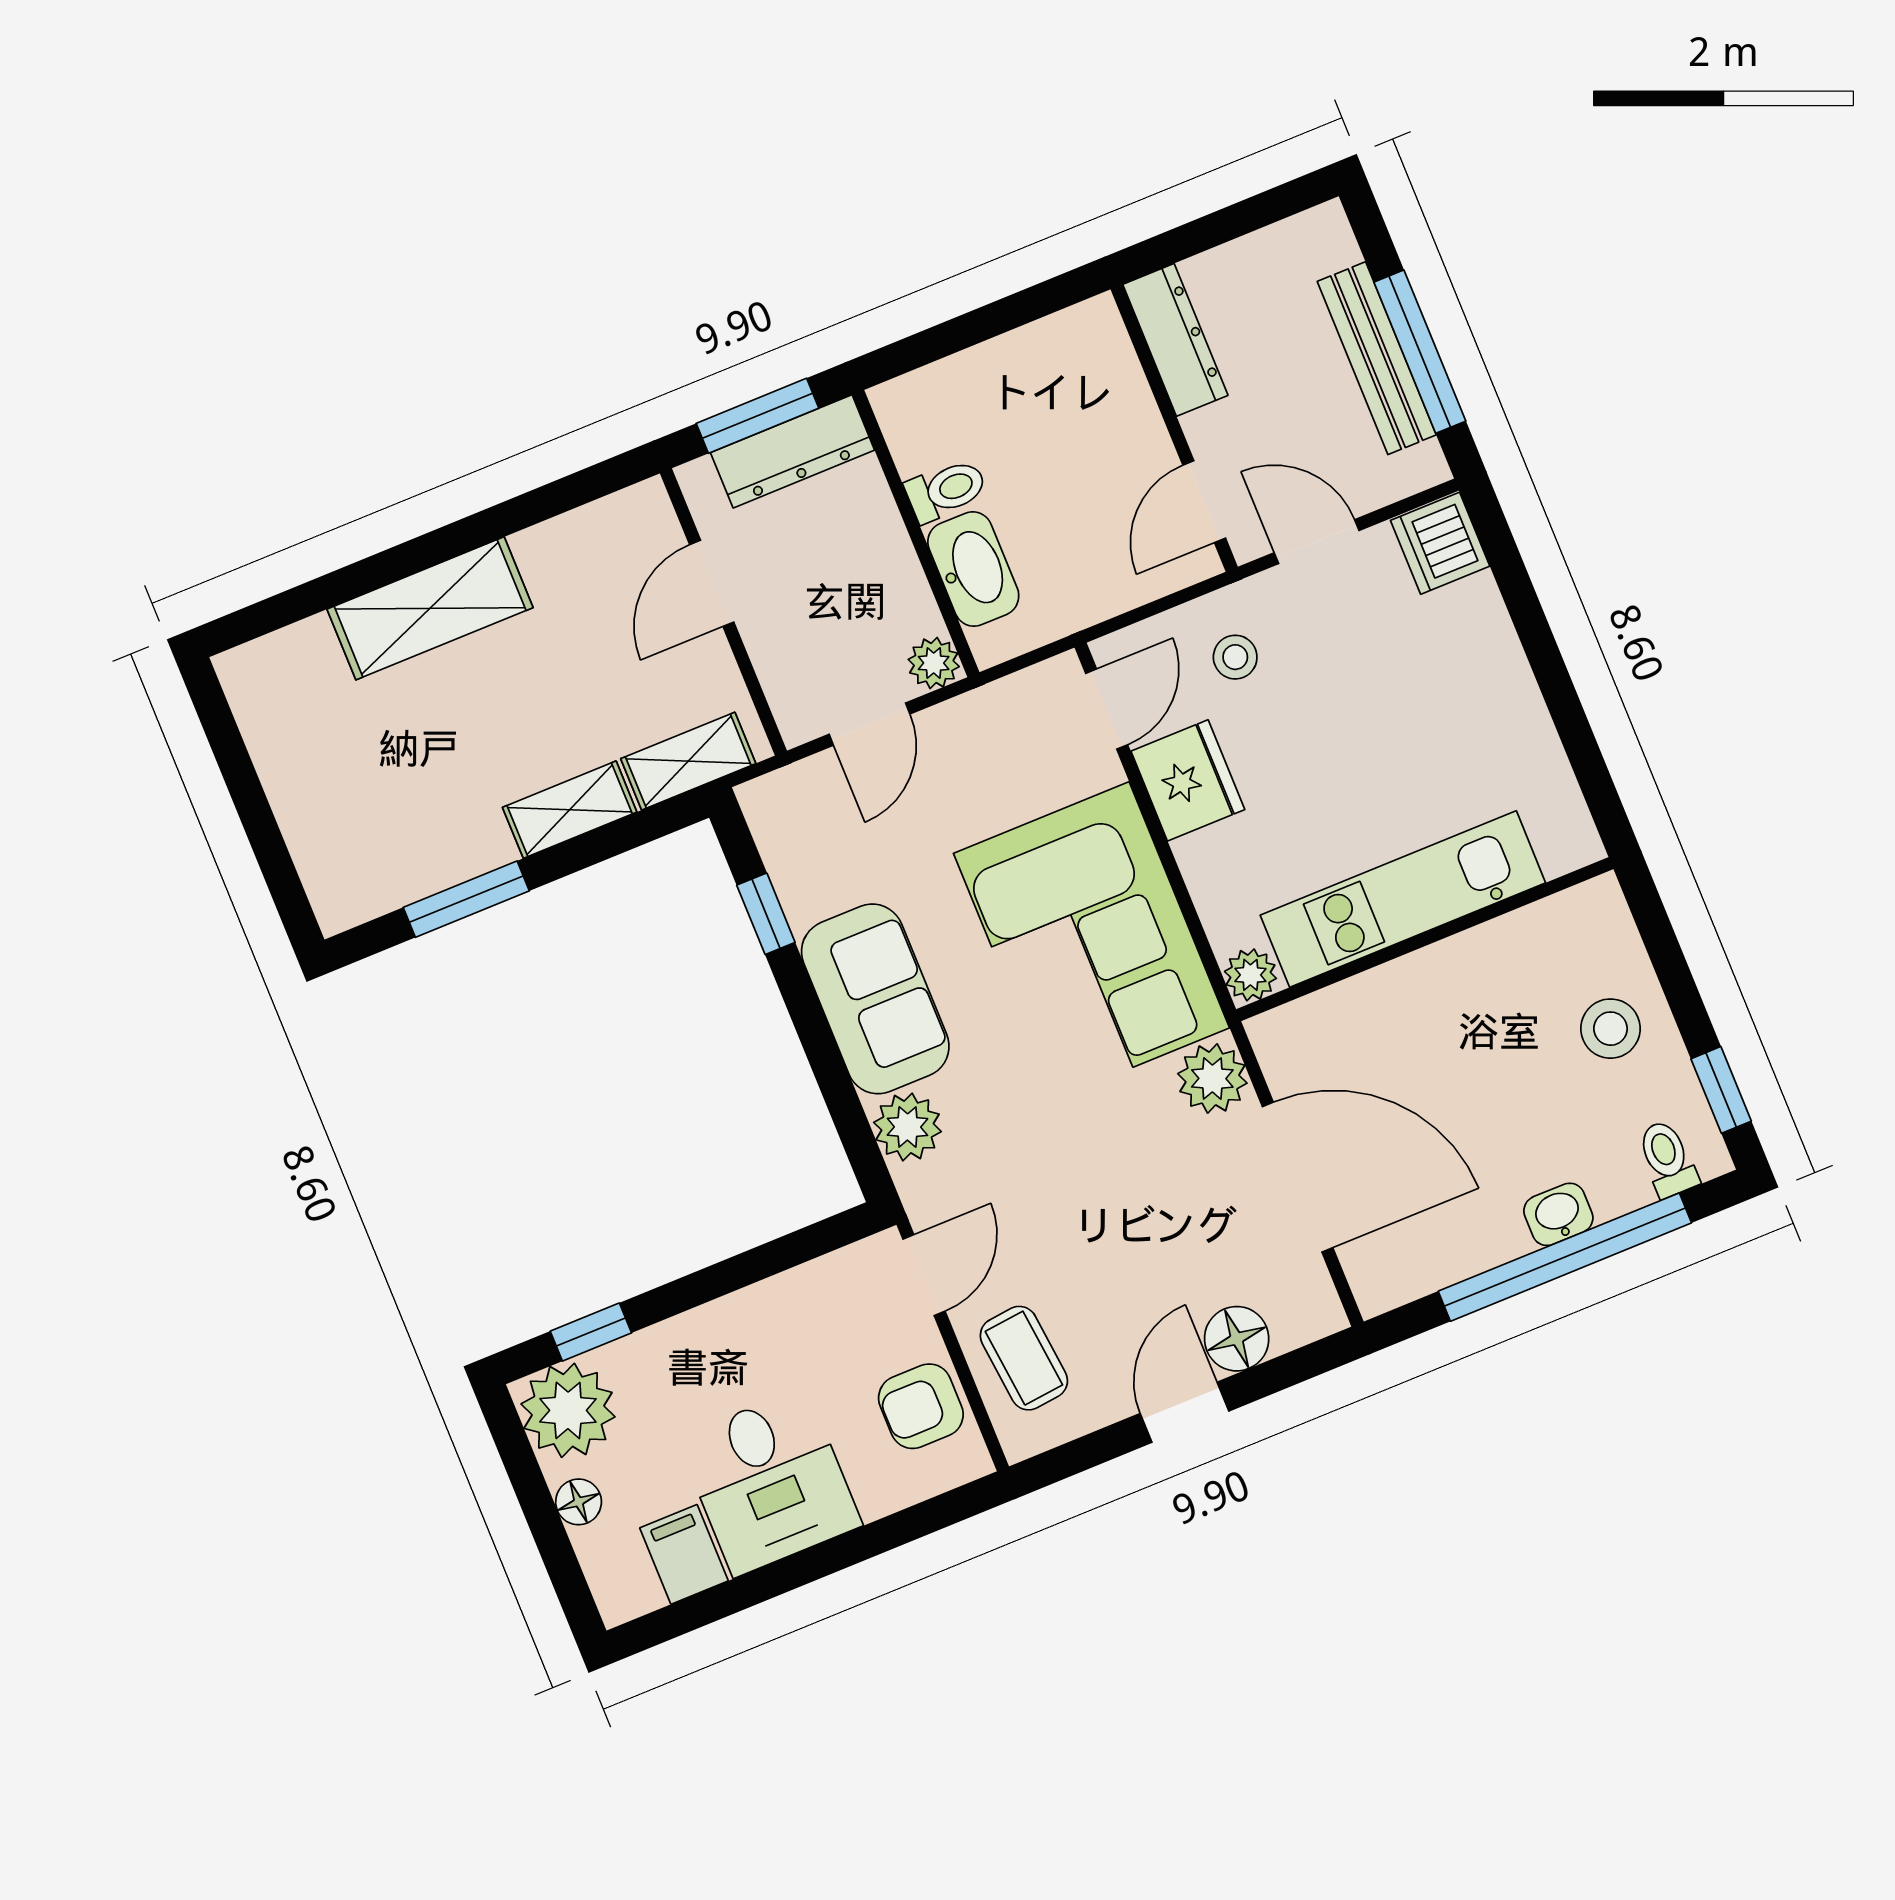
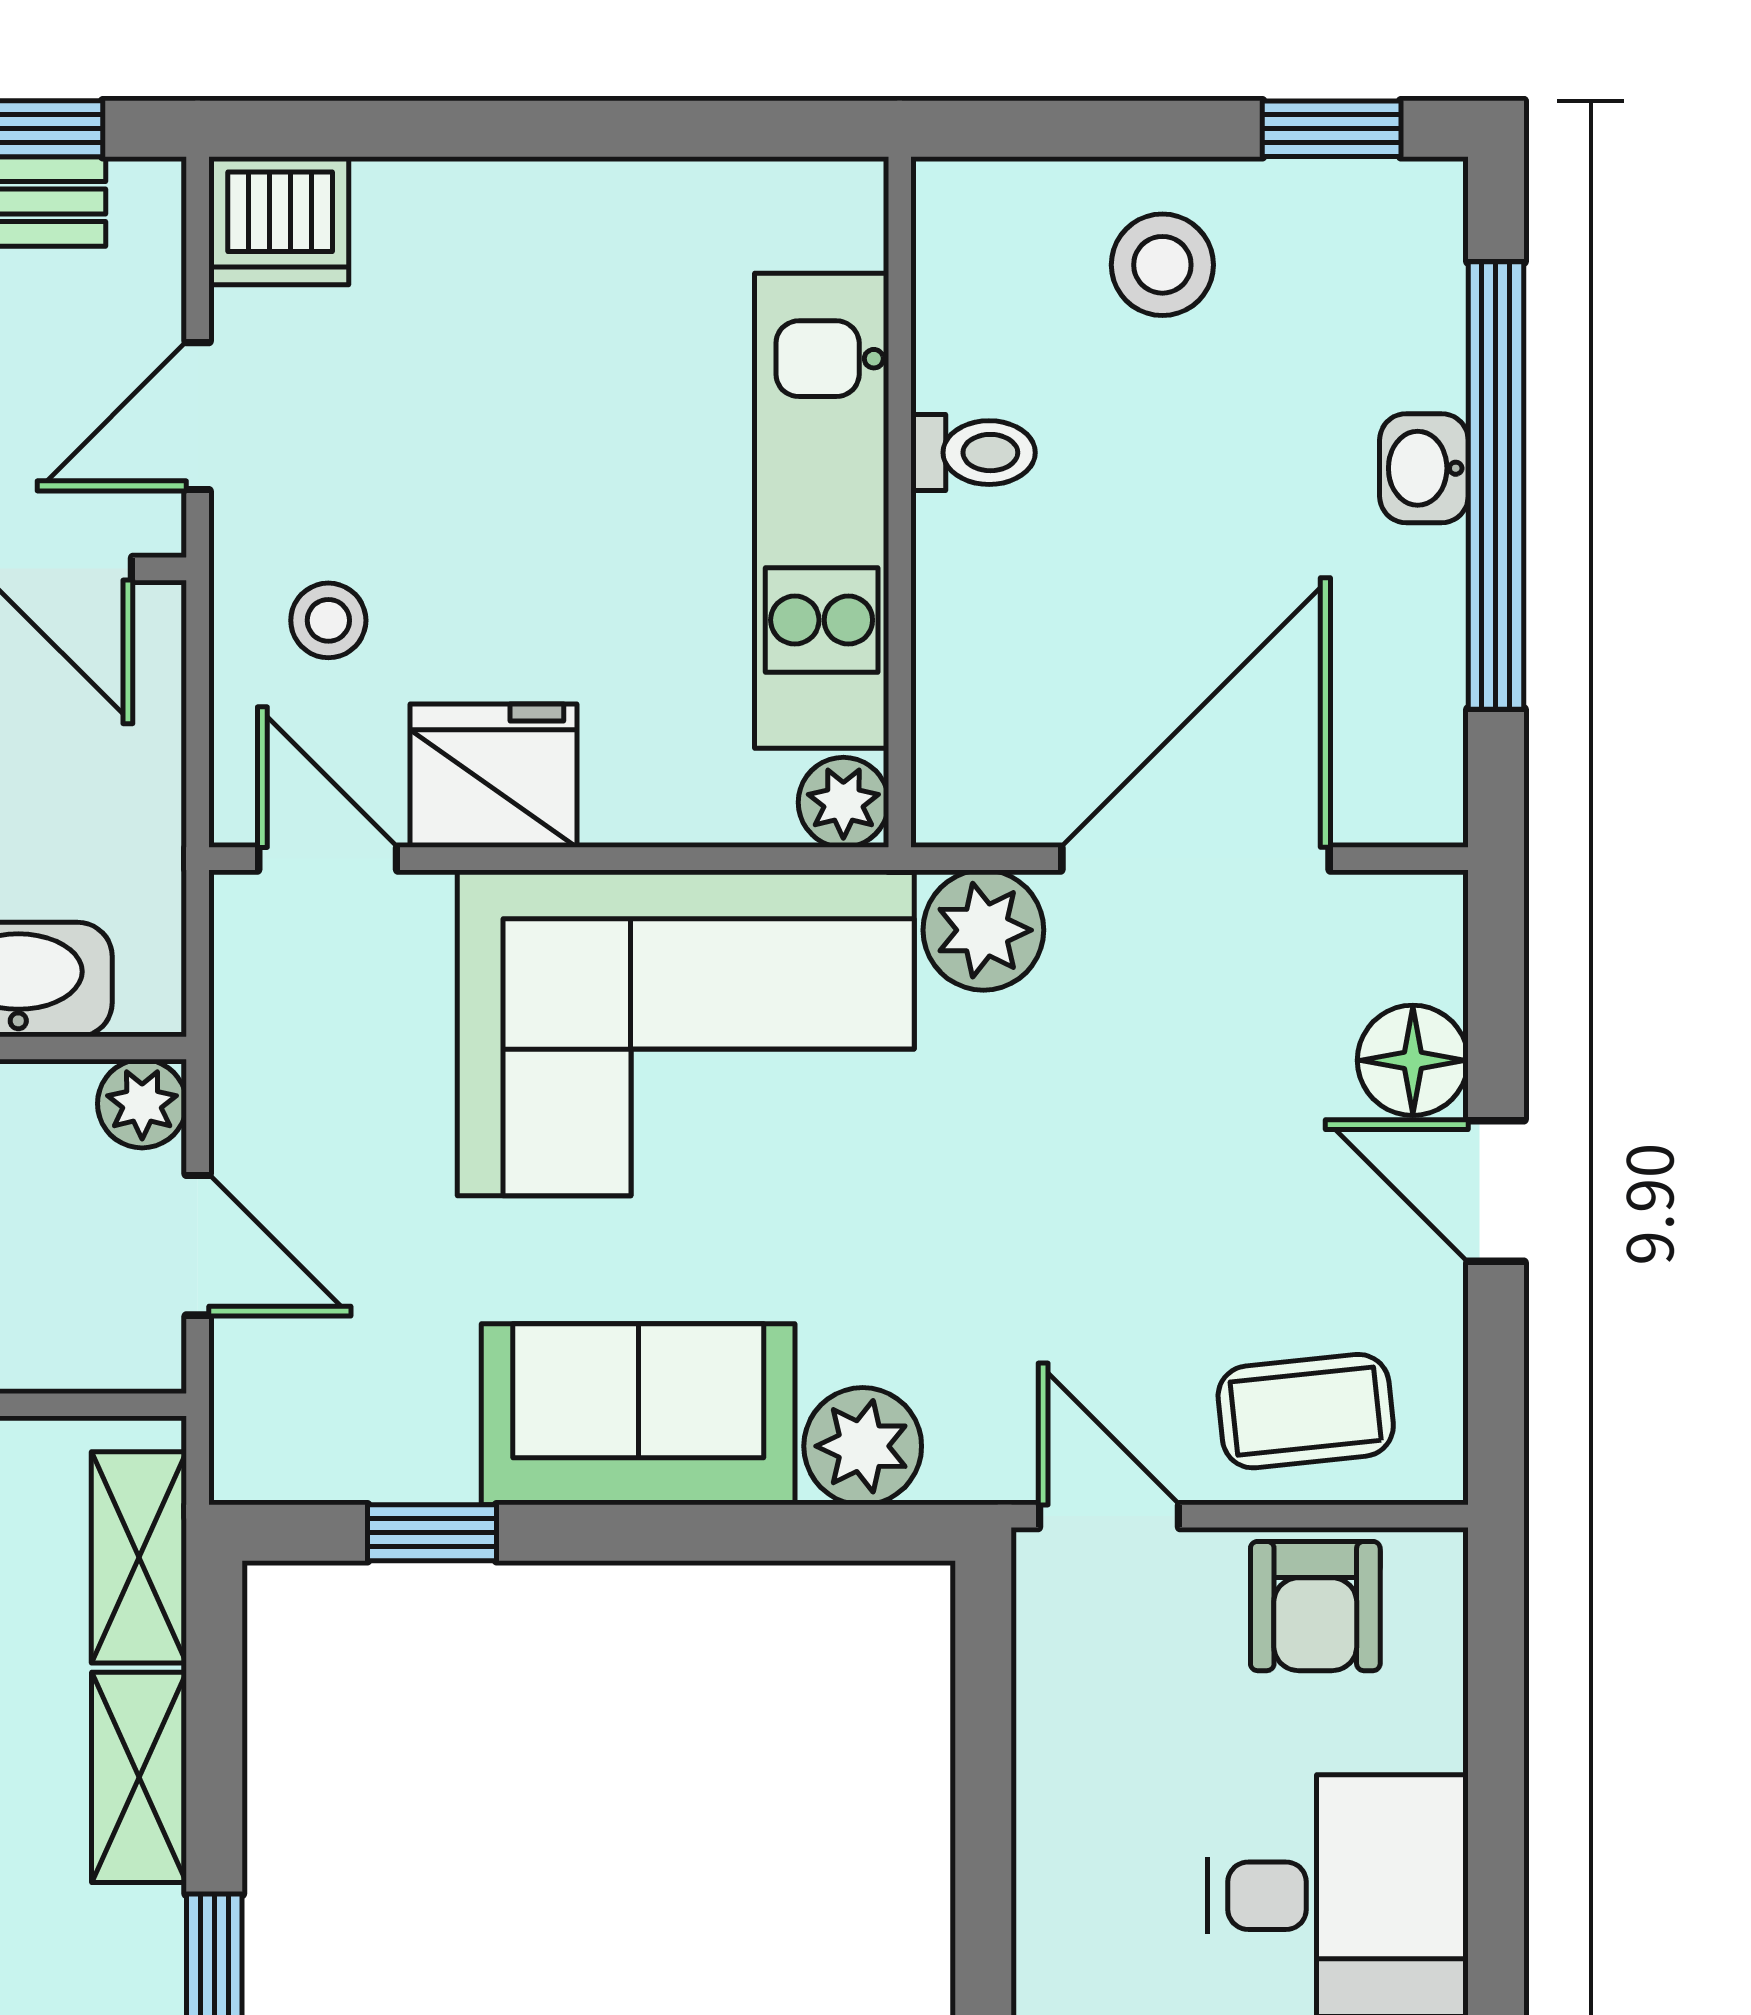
toilet: (1667, 1159) -> (973, 453), moved, turned 180

